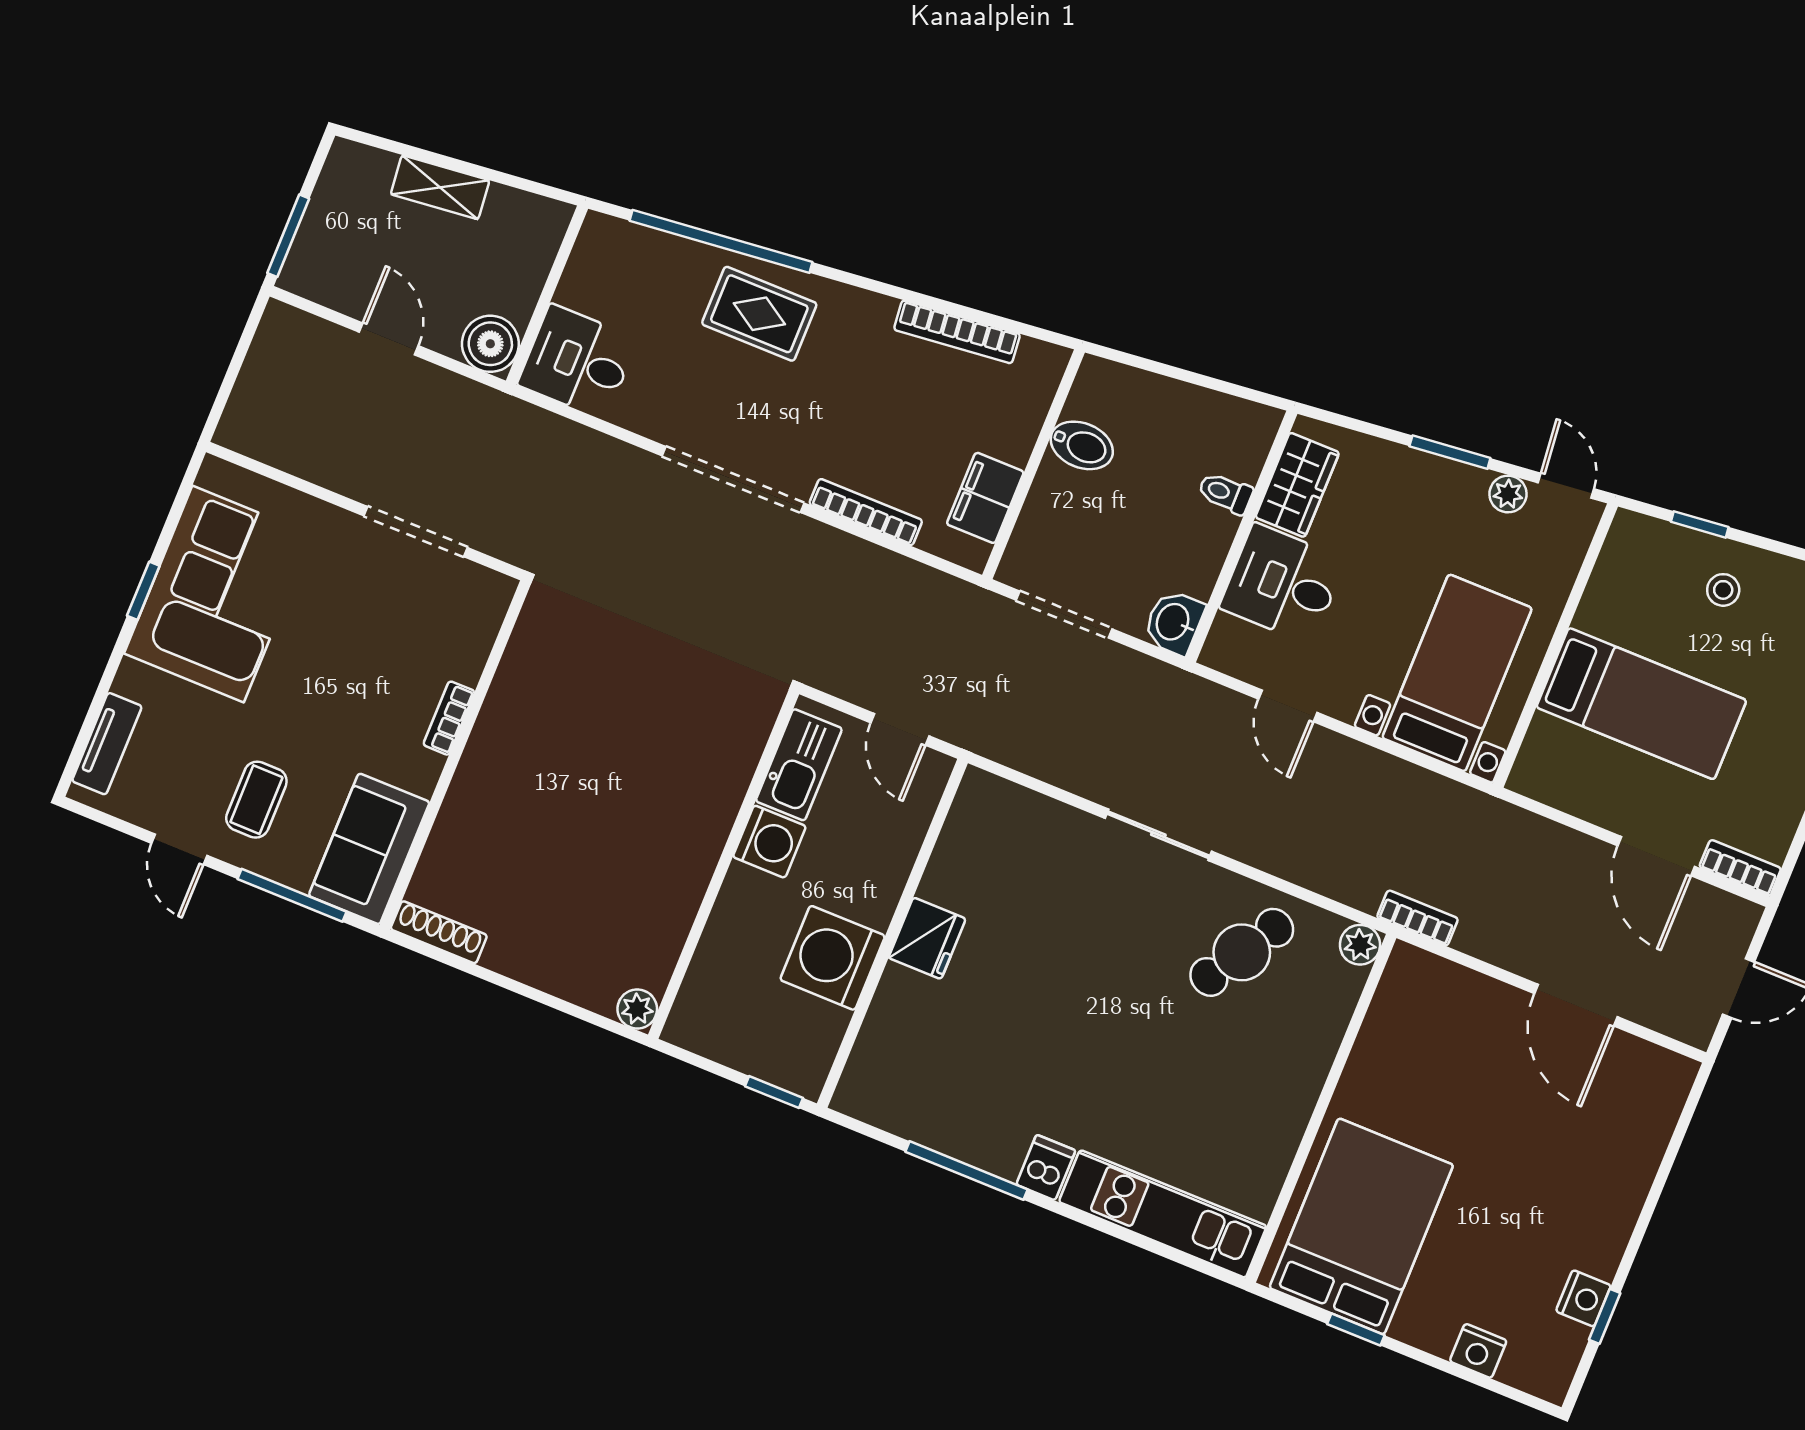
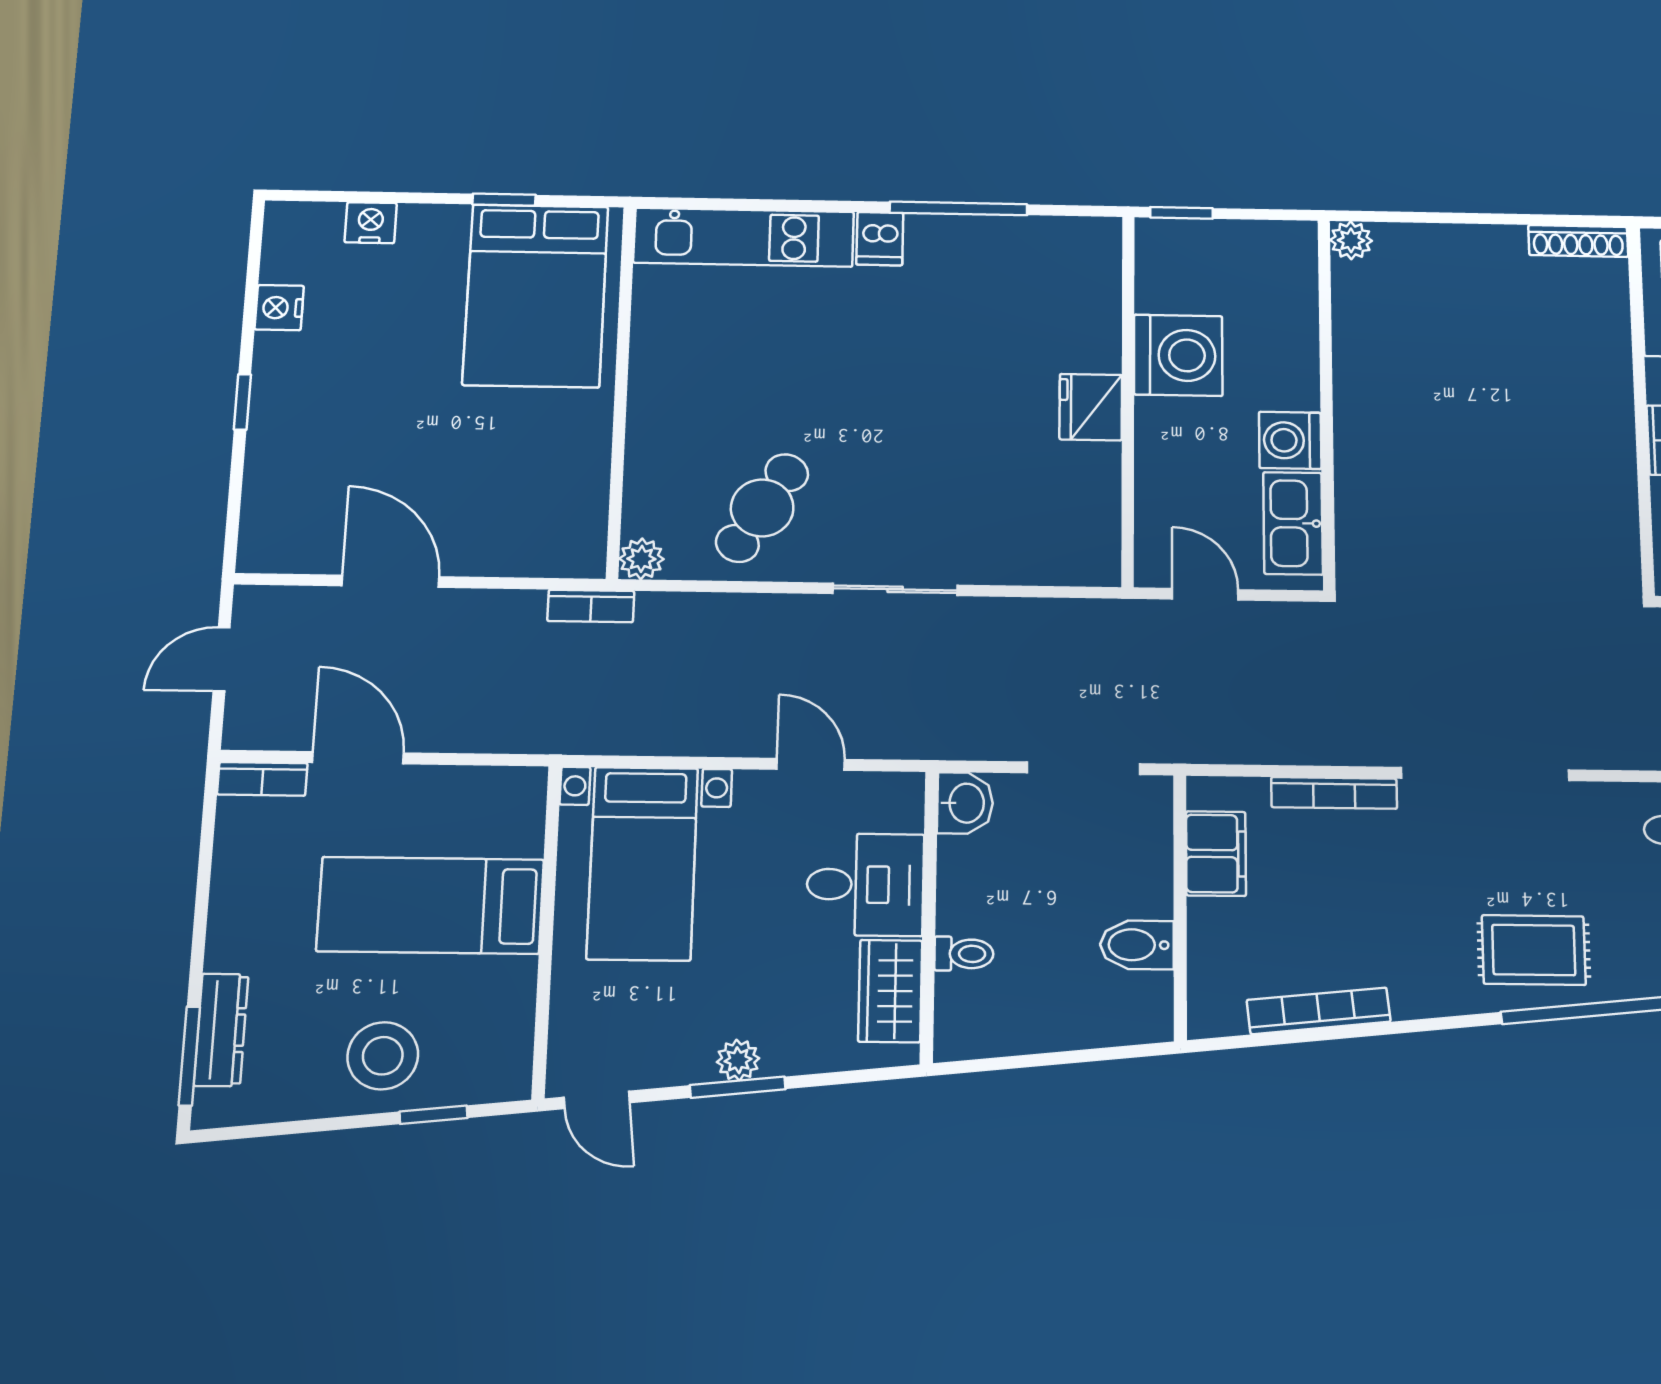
plant: (1508, 494) -> (738, 1060), moved
stool: (1723, 590) -> (383, 1056), width x1.89, depth x1.89
window: (1605, 1316) -> (242, 402), moved

